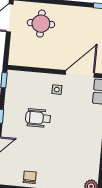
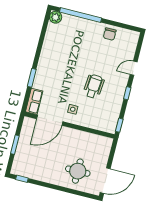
wheelchair: (38, 118) -> (94, 86), turned -85

